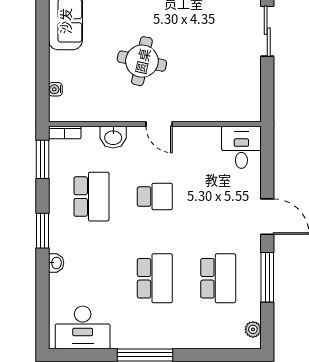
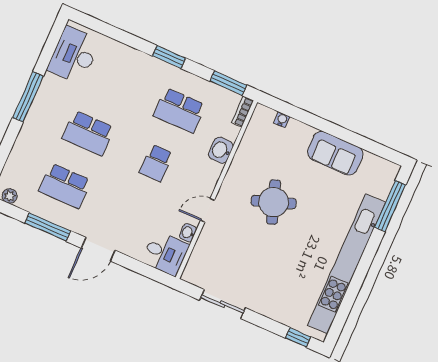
sliding door: (267, 31) -> (223, 304), moved
round table: (142, 61) -> (274, 202), turned -31
door: (159, 124) -> (207, 210), moved
washbasin: (56, 263) -> (188, 233), moved, turned 90

